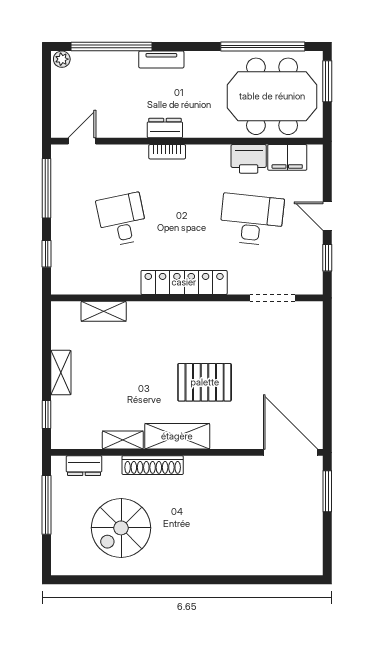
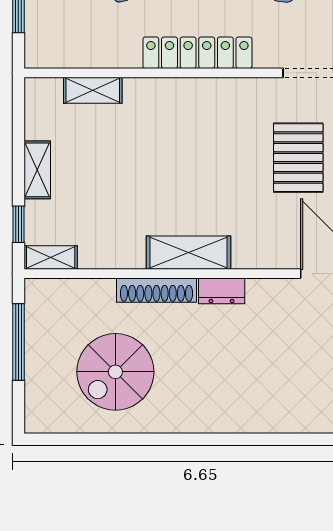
pallet: (205, 382) -> (298, 158), moved, turned 90
shelving: (123, 440) -> (51, 258), moved
dresser: (84, 466) -> (222, 291), moved

